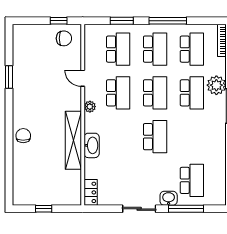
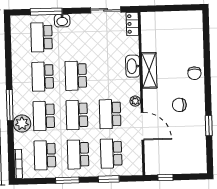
window: (168, 21) -> (67, 180), width x0.69
chair: (64, 38) -> (179, 105), moved
door: (83, 78) -> (142, 126), width x1.87
school desk: (192, 137) -> (43, 77), added
shelving: (73, 140) -> (149, 70), width x0.68
window: (44, 209) -> (174, 8), removed
sliding door: (139, 209) -> (106, 10), moved

